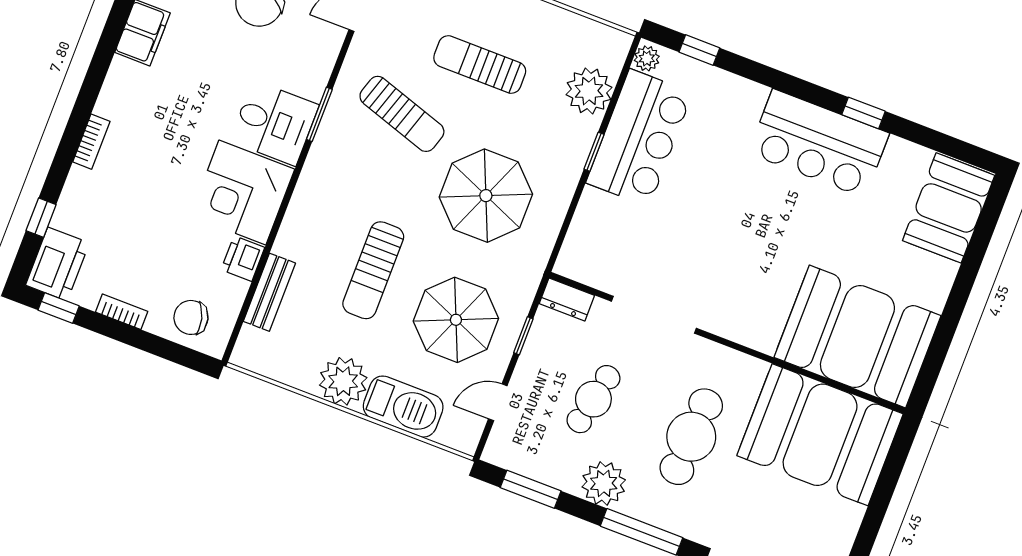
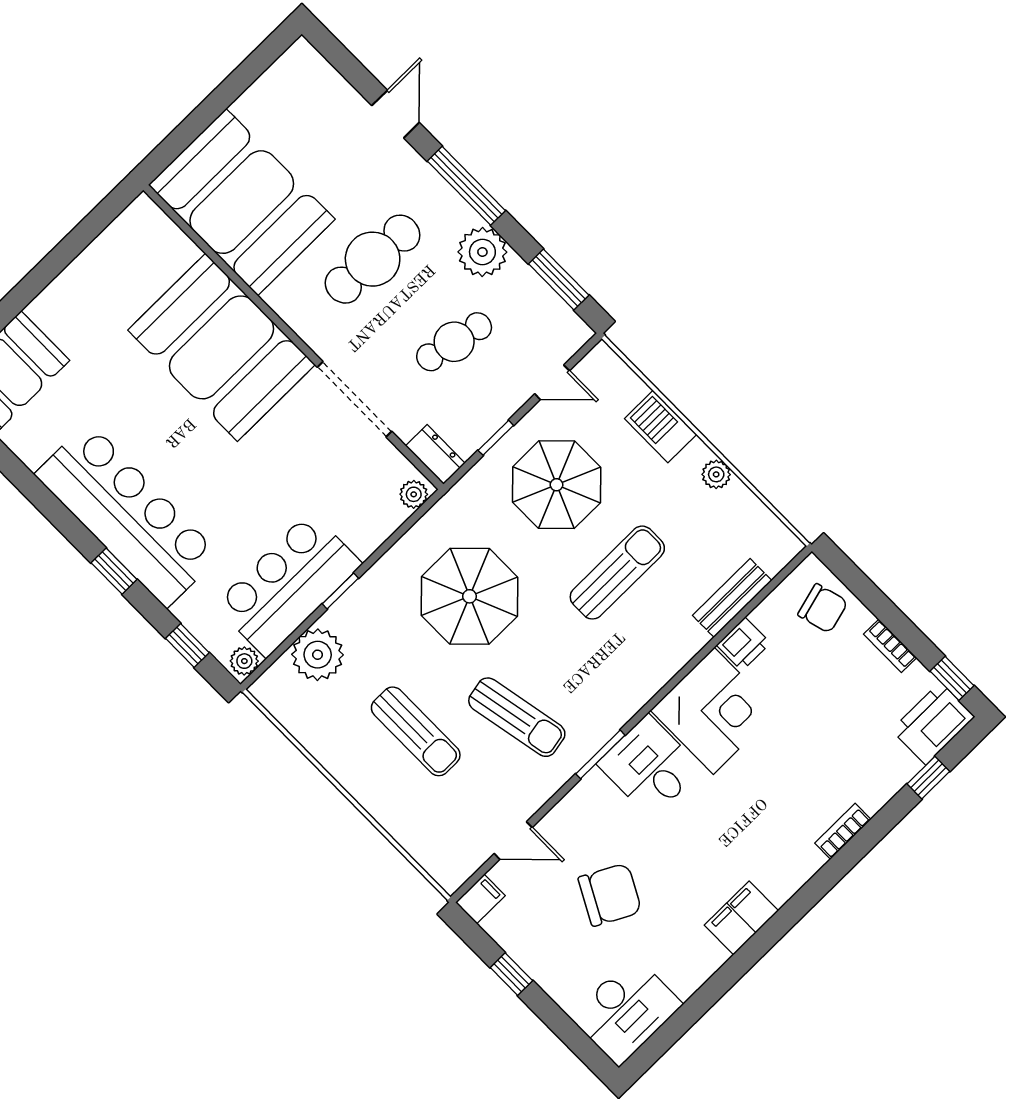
window: (863, 113) -> (114, 571), moved
sun lounger: (402, 114) -> (517, 717), turned 151
bar counter: (819, 143) -> (127, 515), width x1.36
plant: (570, 259) -> (414, 494), added
booth: (857, 337) -> (222, 347), moved
plant: (343, 381) -> (716, 474), width x0.53, depth x0.53
barbecue: (403, 407) -> (661, 427), width x0.73, depth x0.83

